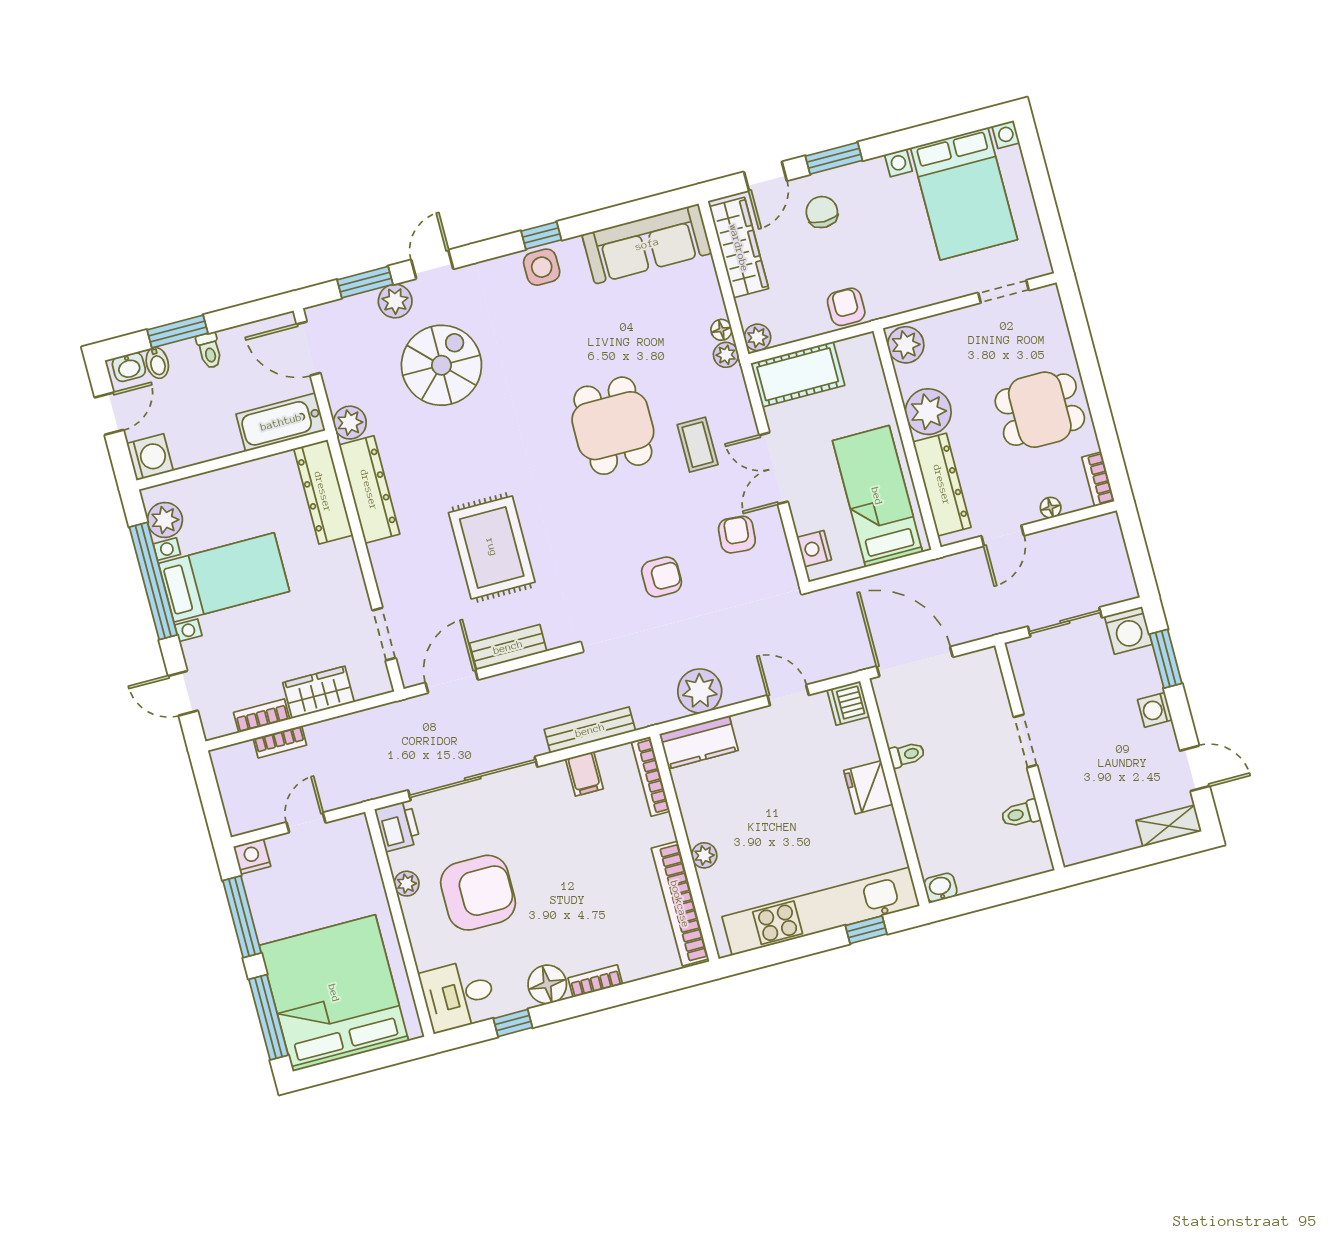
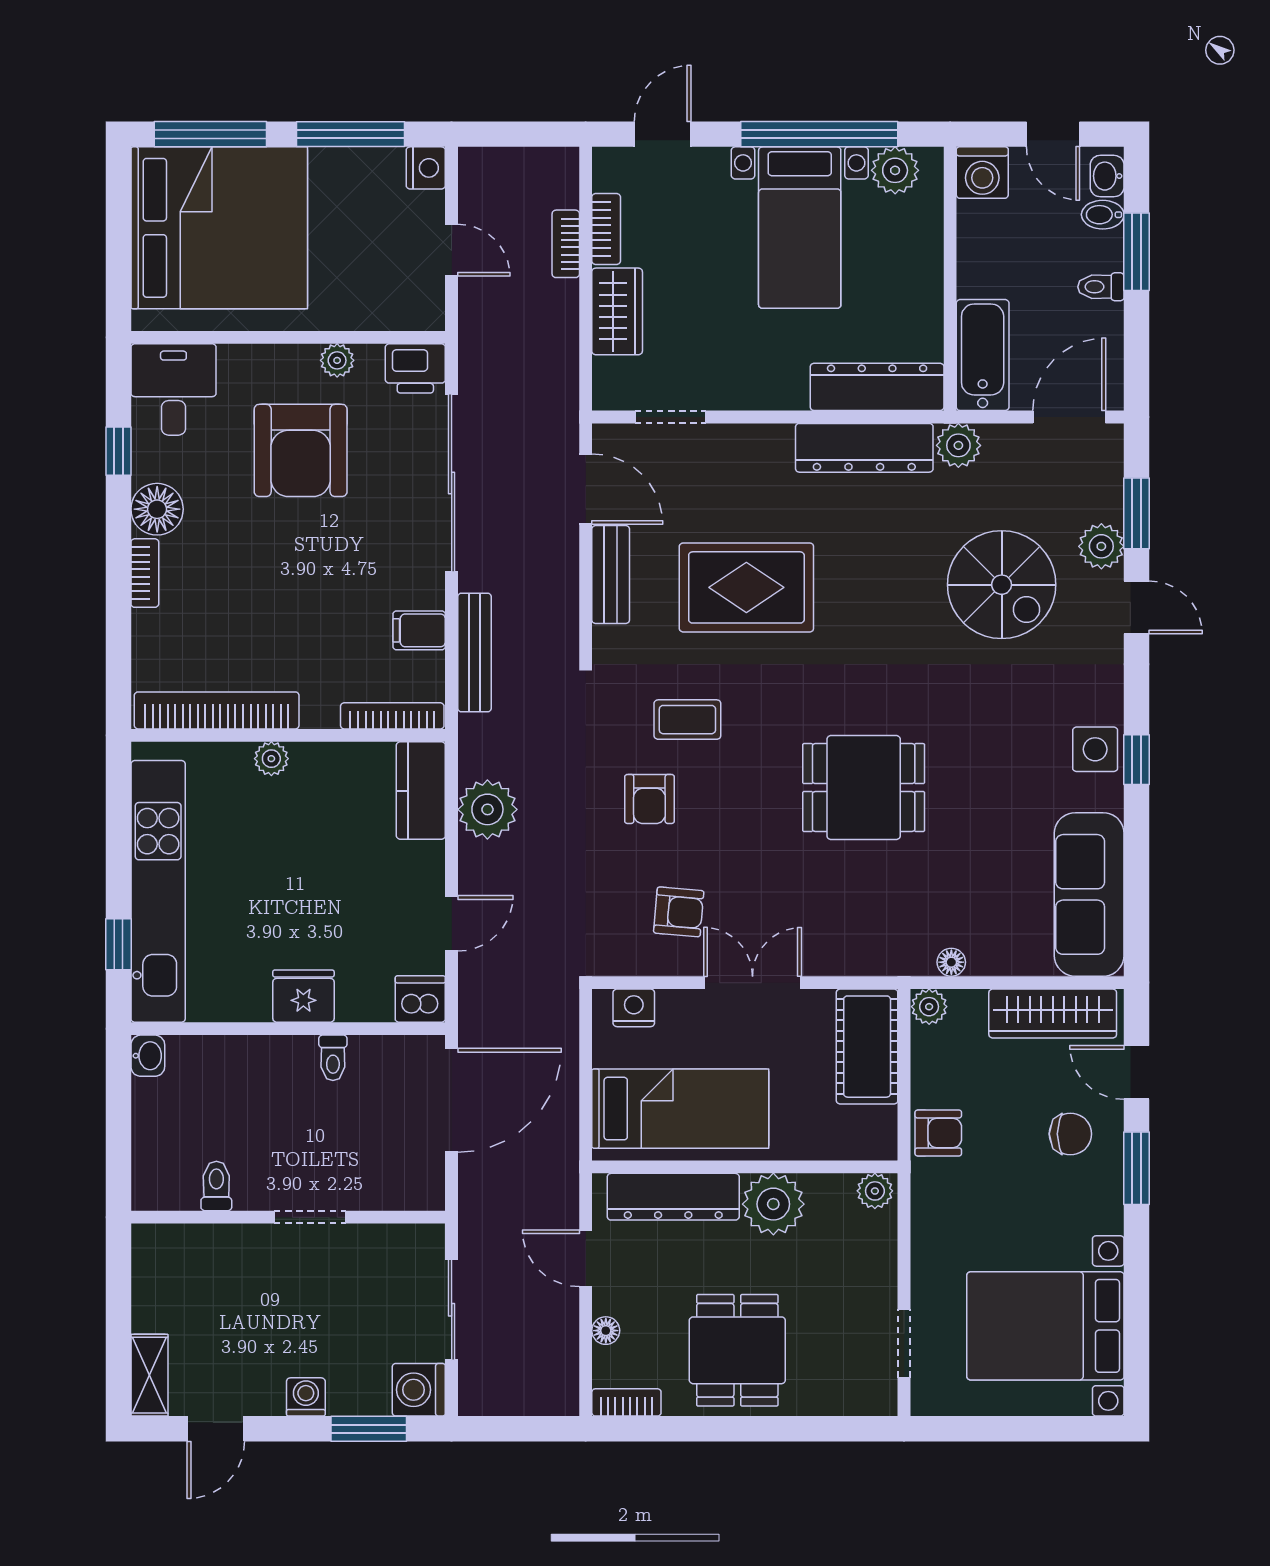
plant: (906, 345) -> (875, 1191), width x0.73, depth x0.73
plant: (726, 355) -> (917, 959), removed
coffee table: (698, 445) -> (687, 720), moved

